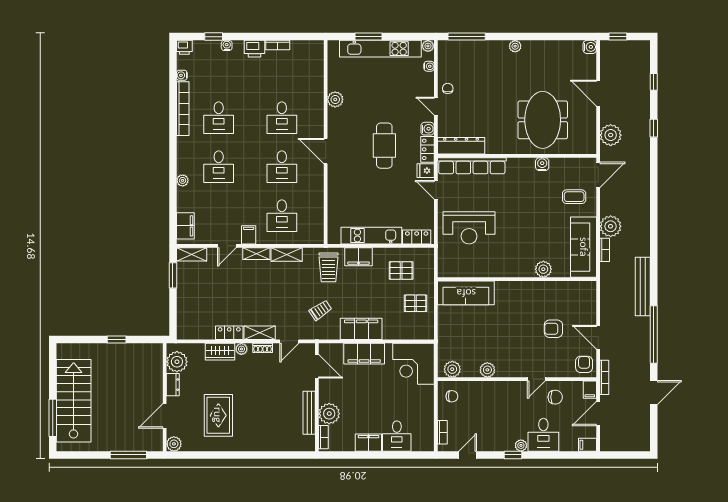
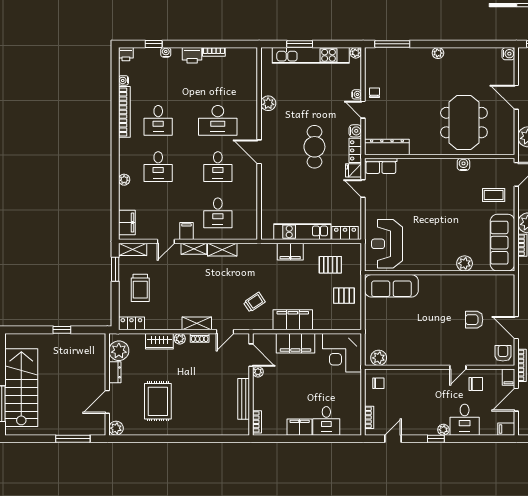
water cooler: (429, 66) -> (357, 94), moved
desk: (282, 118) -> (218, 120), width x1.37
row of seats: (472, 166) -> (381, 166), width x0.50
reception desk: (469, 228) -> (387, 244), moved, turned 90
trolley: (328, 267) -> (140, 288), moved
locker: (229, 333) -> (131, 323), moved
plant: (487, 370) -> (412, 358), removed
plant: (329, 414) -> (258, 372), moved, width x0.53, depth x0.53

